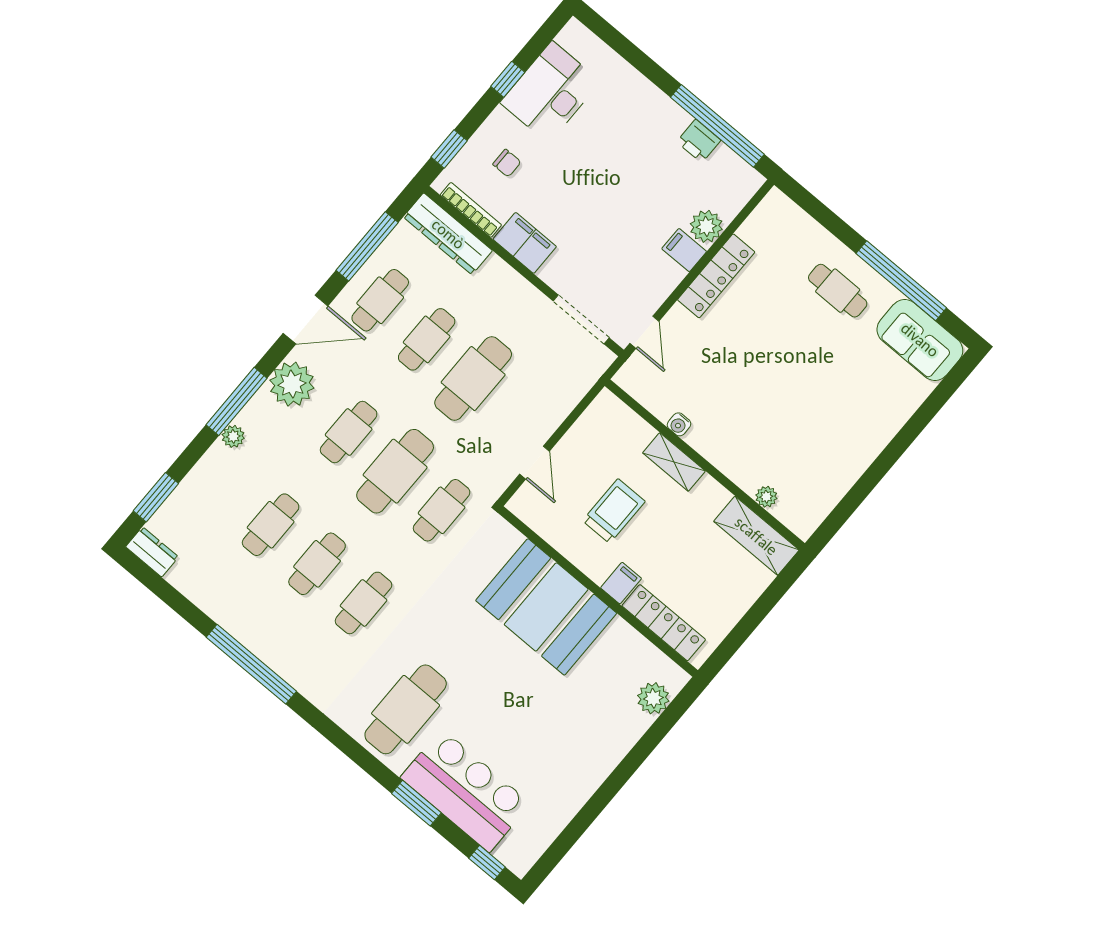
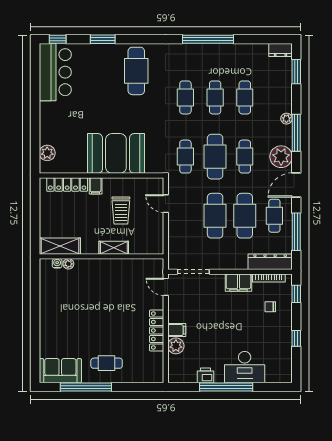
desk: (550, 92) -> (245, 367), moved, turned 90
window: (717, 126) -> (226, 387), moved
cafe table: (427, 339) -> (245, 216), width x1.37, depth x1.35
water cooler: (679, 424) -> (57, 263), moved
bar counter: (465, 791) -> (55, 72), moved, turned -90

